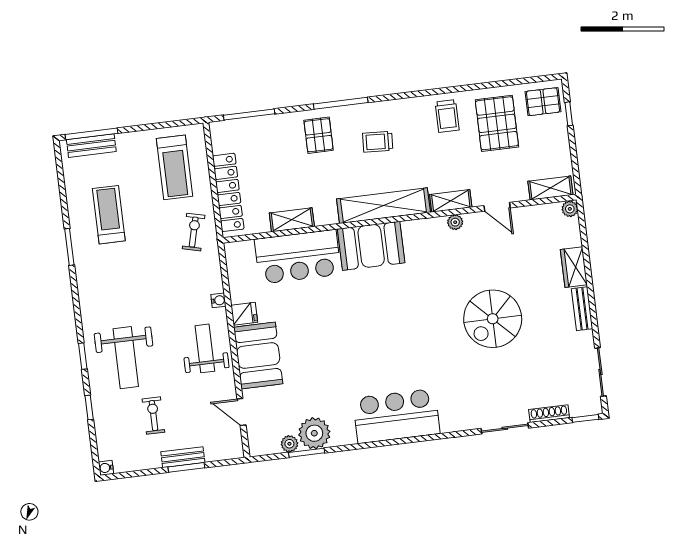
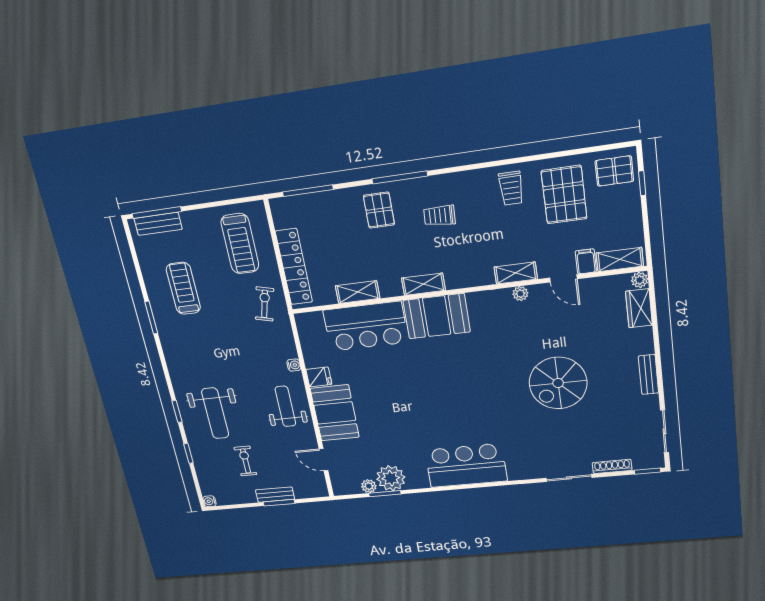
filing cabinet: (518, 190) -> (586, 261), added
shelving: (383, 206) -> (423, 284), width x0.45, depth x0.75
wardrobe: (574, 267) -> (639, 308), moved

